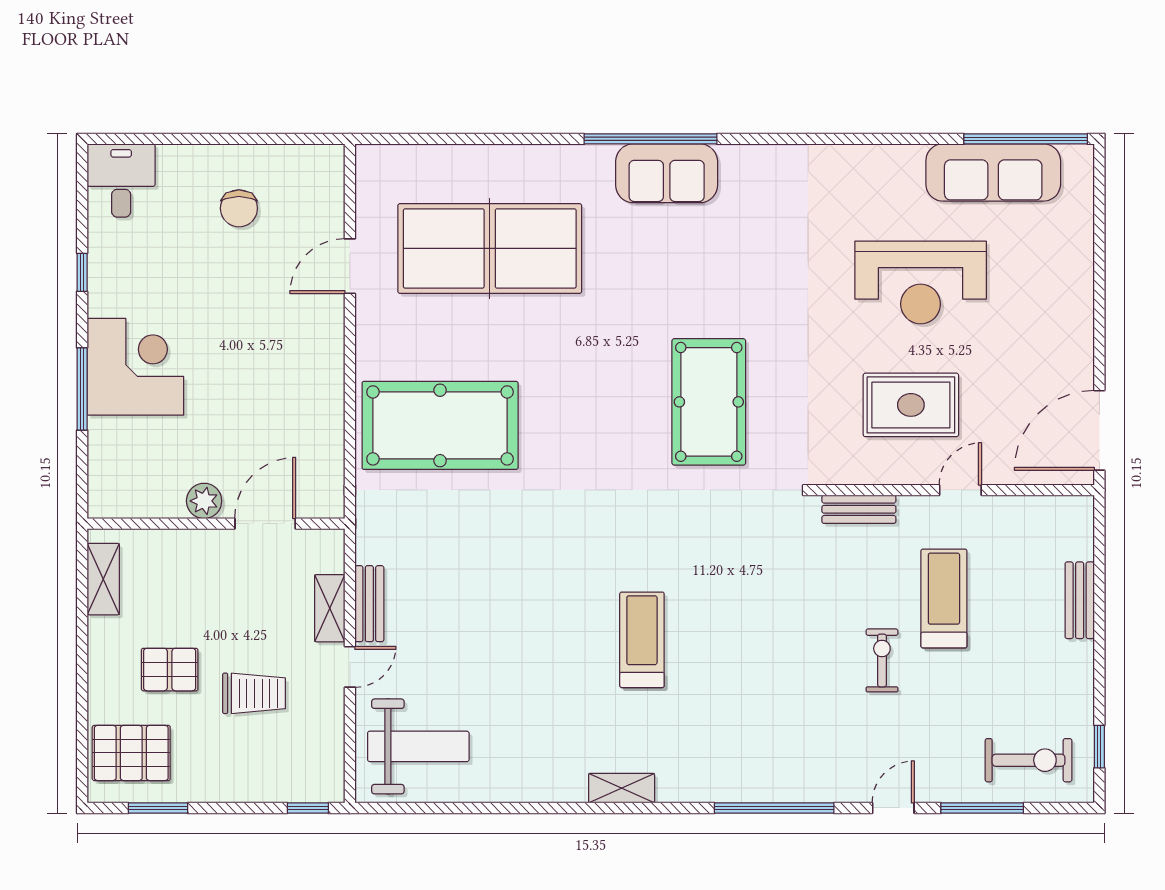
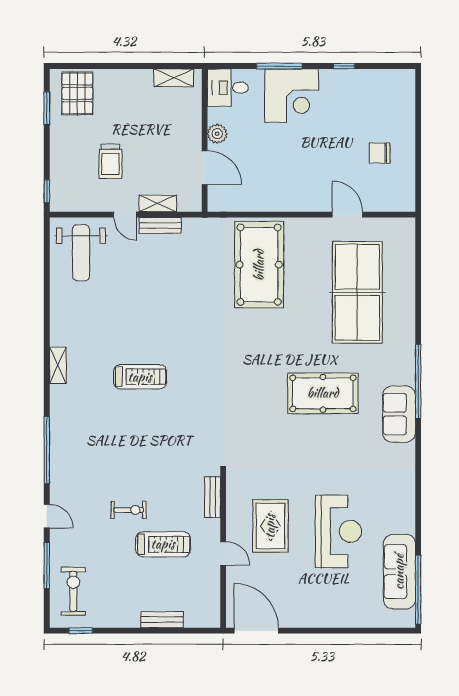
sofa: (667, 173) -> (399, 414), moved
desk: (121, 180) -> (228, 88), moved, turned 180
reception desk: (921, 282) -> (338, 531), turned 180
pool table: (709, 402) -> (323, 393), moved
pallet: (170, 670) -> (124, 115), removed
exercise bike: (1029, 760) -> (73, 591), turned 180

